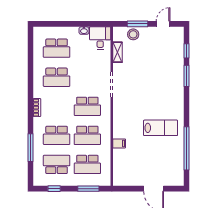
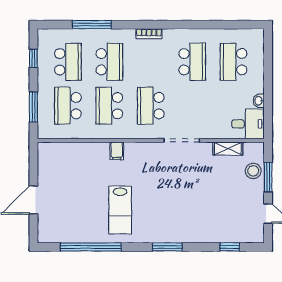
window: (187, 76) -> (167, 247), moved
school desk: (57, 77) -> (192, 62), turned 180
school desk: (57, 135) -> (109, 62), turned 180
filing cabinet: (119, 143) -> (117, 151), moved

